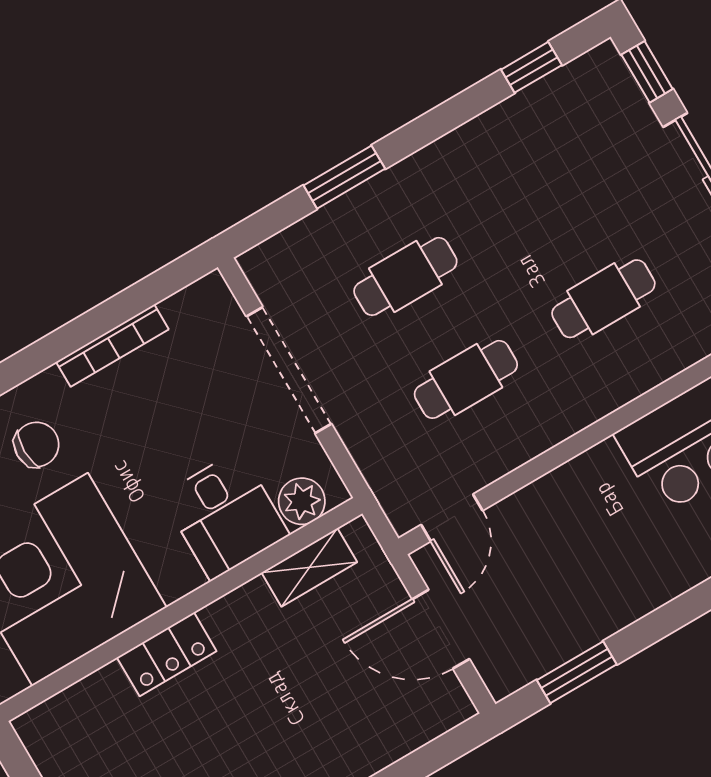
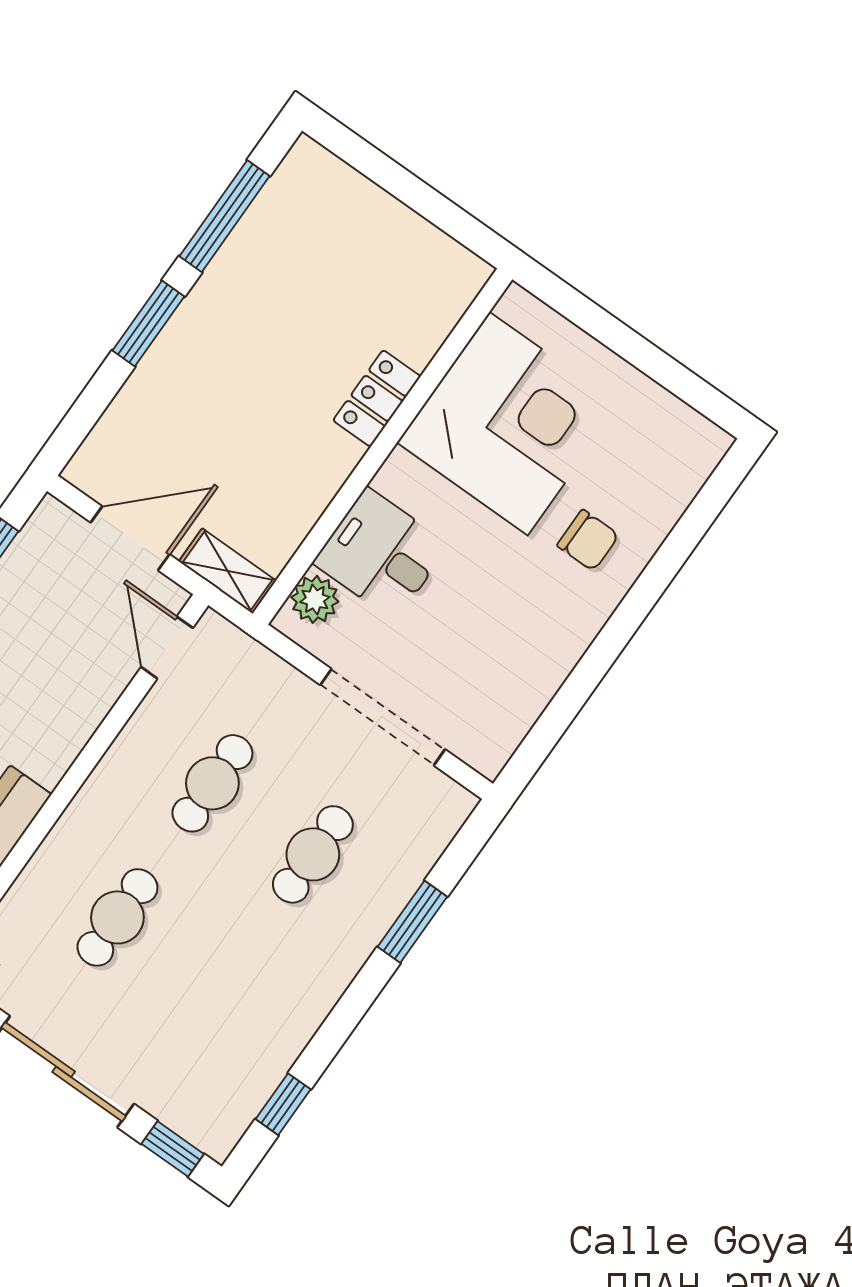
bookcase: (112, 346) -> (559, 665), removed
chair: (36, 444) -> (588, 540), turned -90
shelving: (309, 567) -> (228, 571), moved, turned 90

